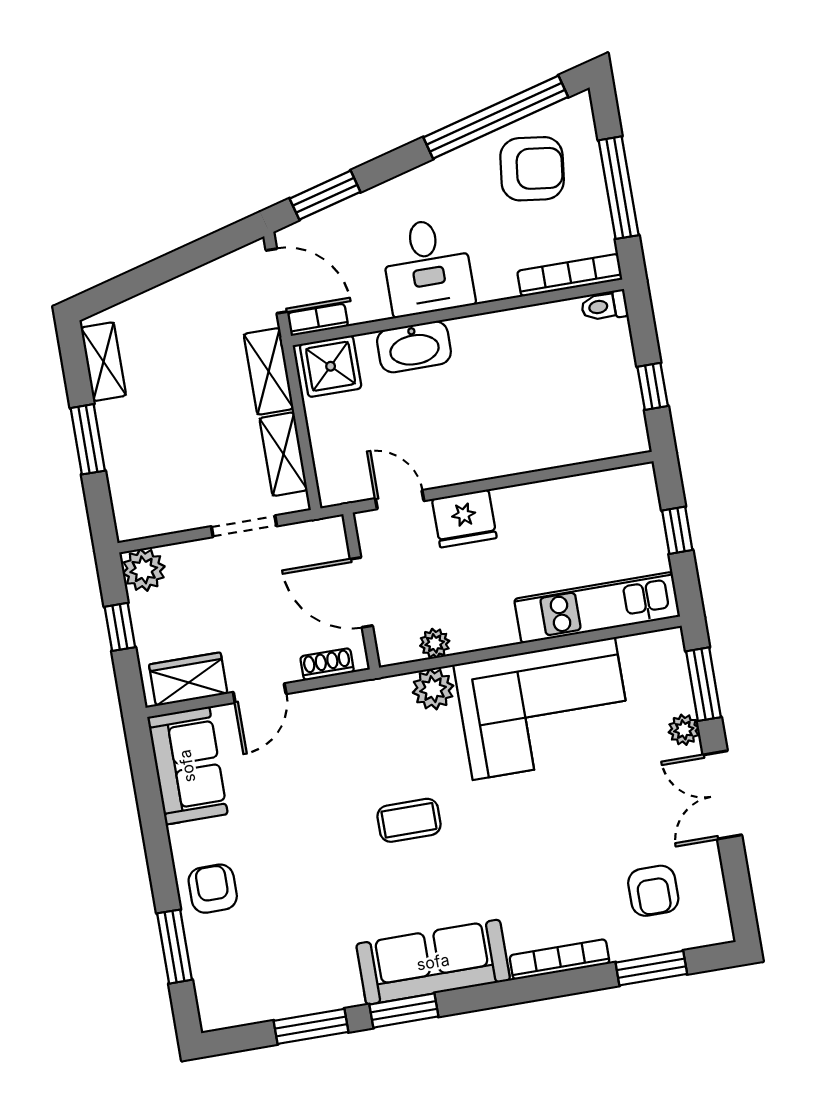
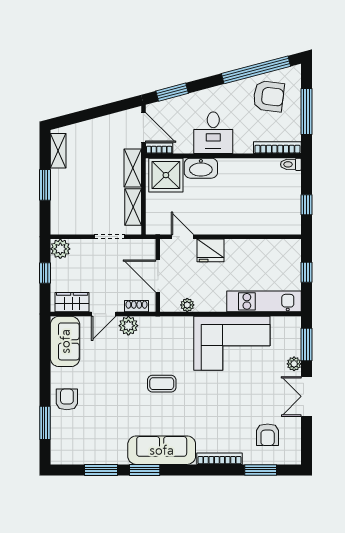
shower: (331, 366) -> (166, 175), width x1.36, depth x1.36
plant: (433, 689) -> (128, 326), moved

